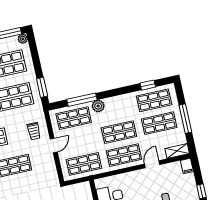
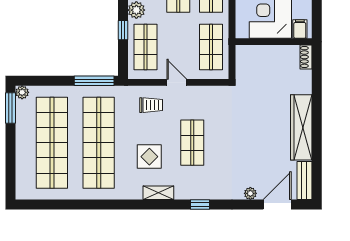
window: (42, 87) -> (94, 81), width x1.44
window: (82, 100) -> (123, 30), width x0.46

